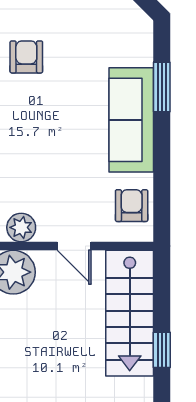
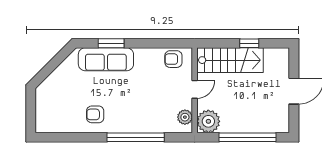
sofa: (131, 120) -> (106, 59), moved

